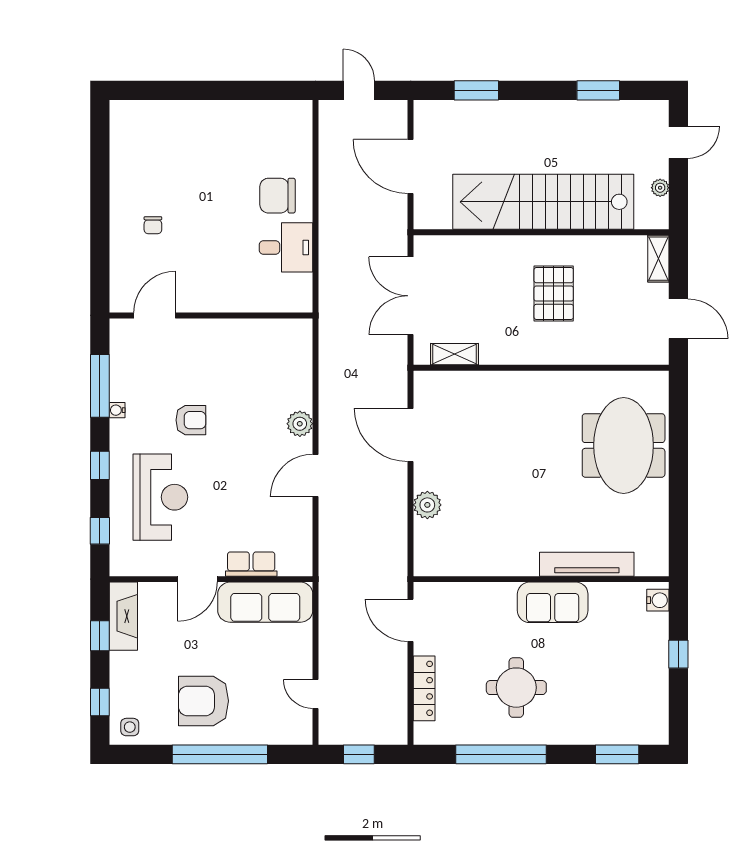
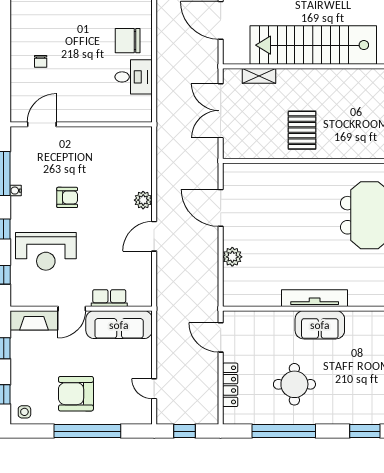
pallet: (554, 294) -> (302, 130), moved
shelving: (454, 354) -> (259, 76), moved
reception desk: (160, 497) -> (46, 251), turned 90
tv unit: (587, 564) -> (315, 298), moved
fireplace: (123, 616) -> (34, 320), moved, turned 90

